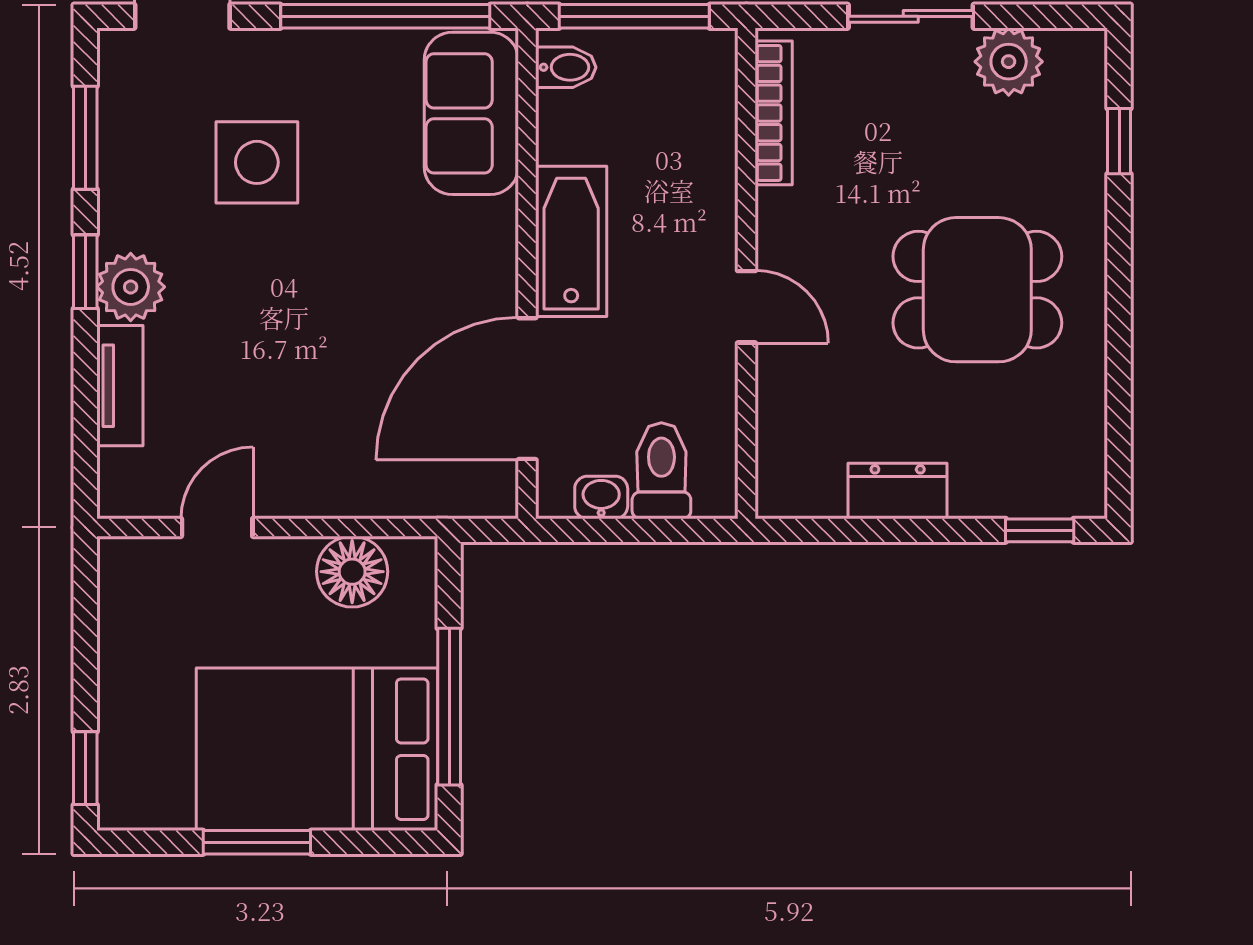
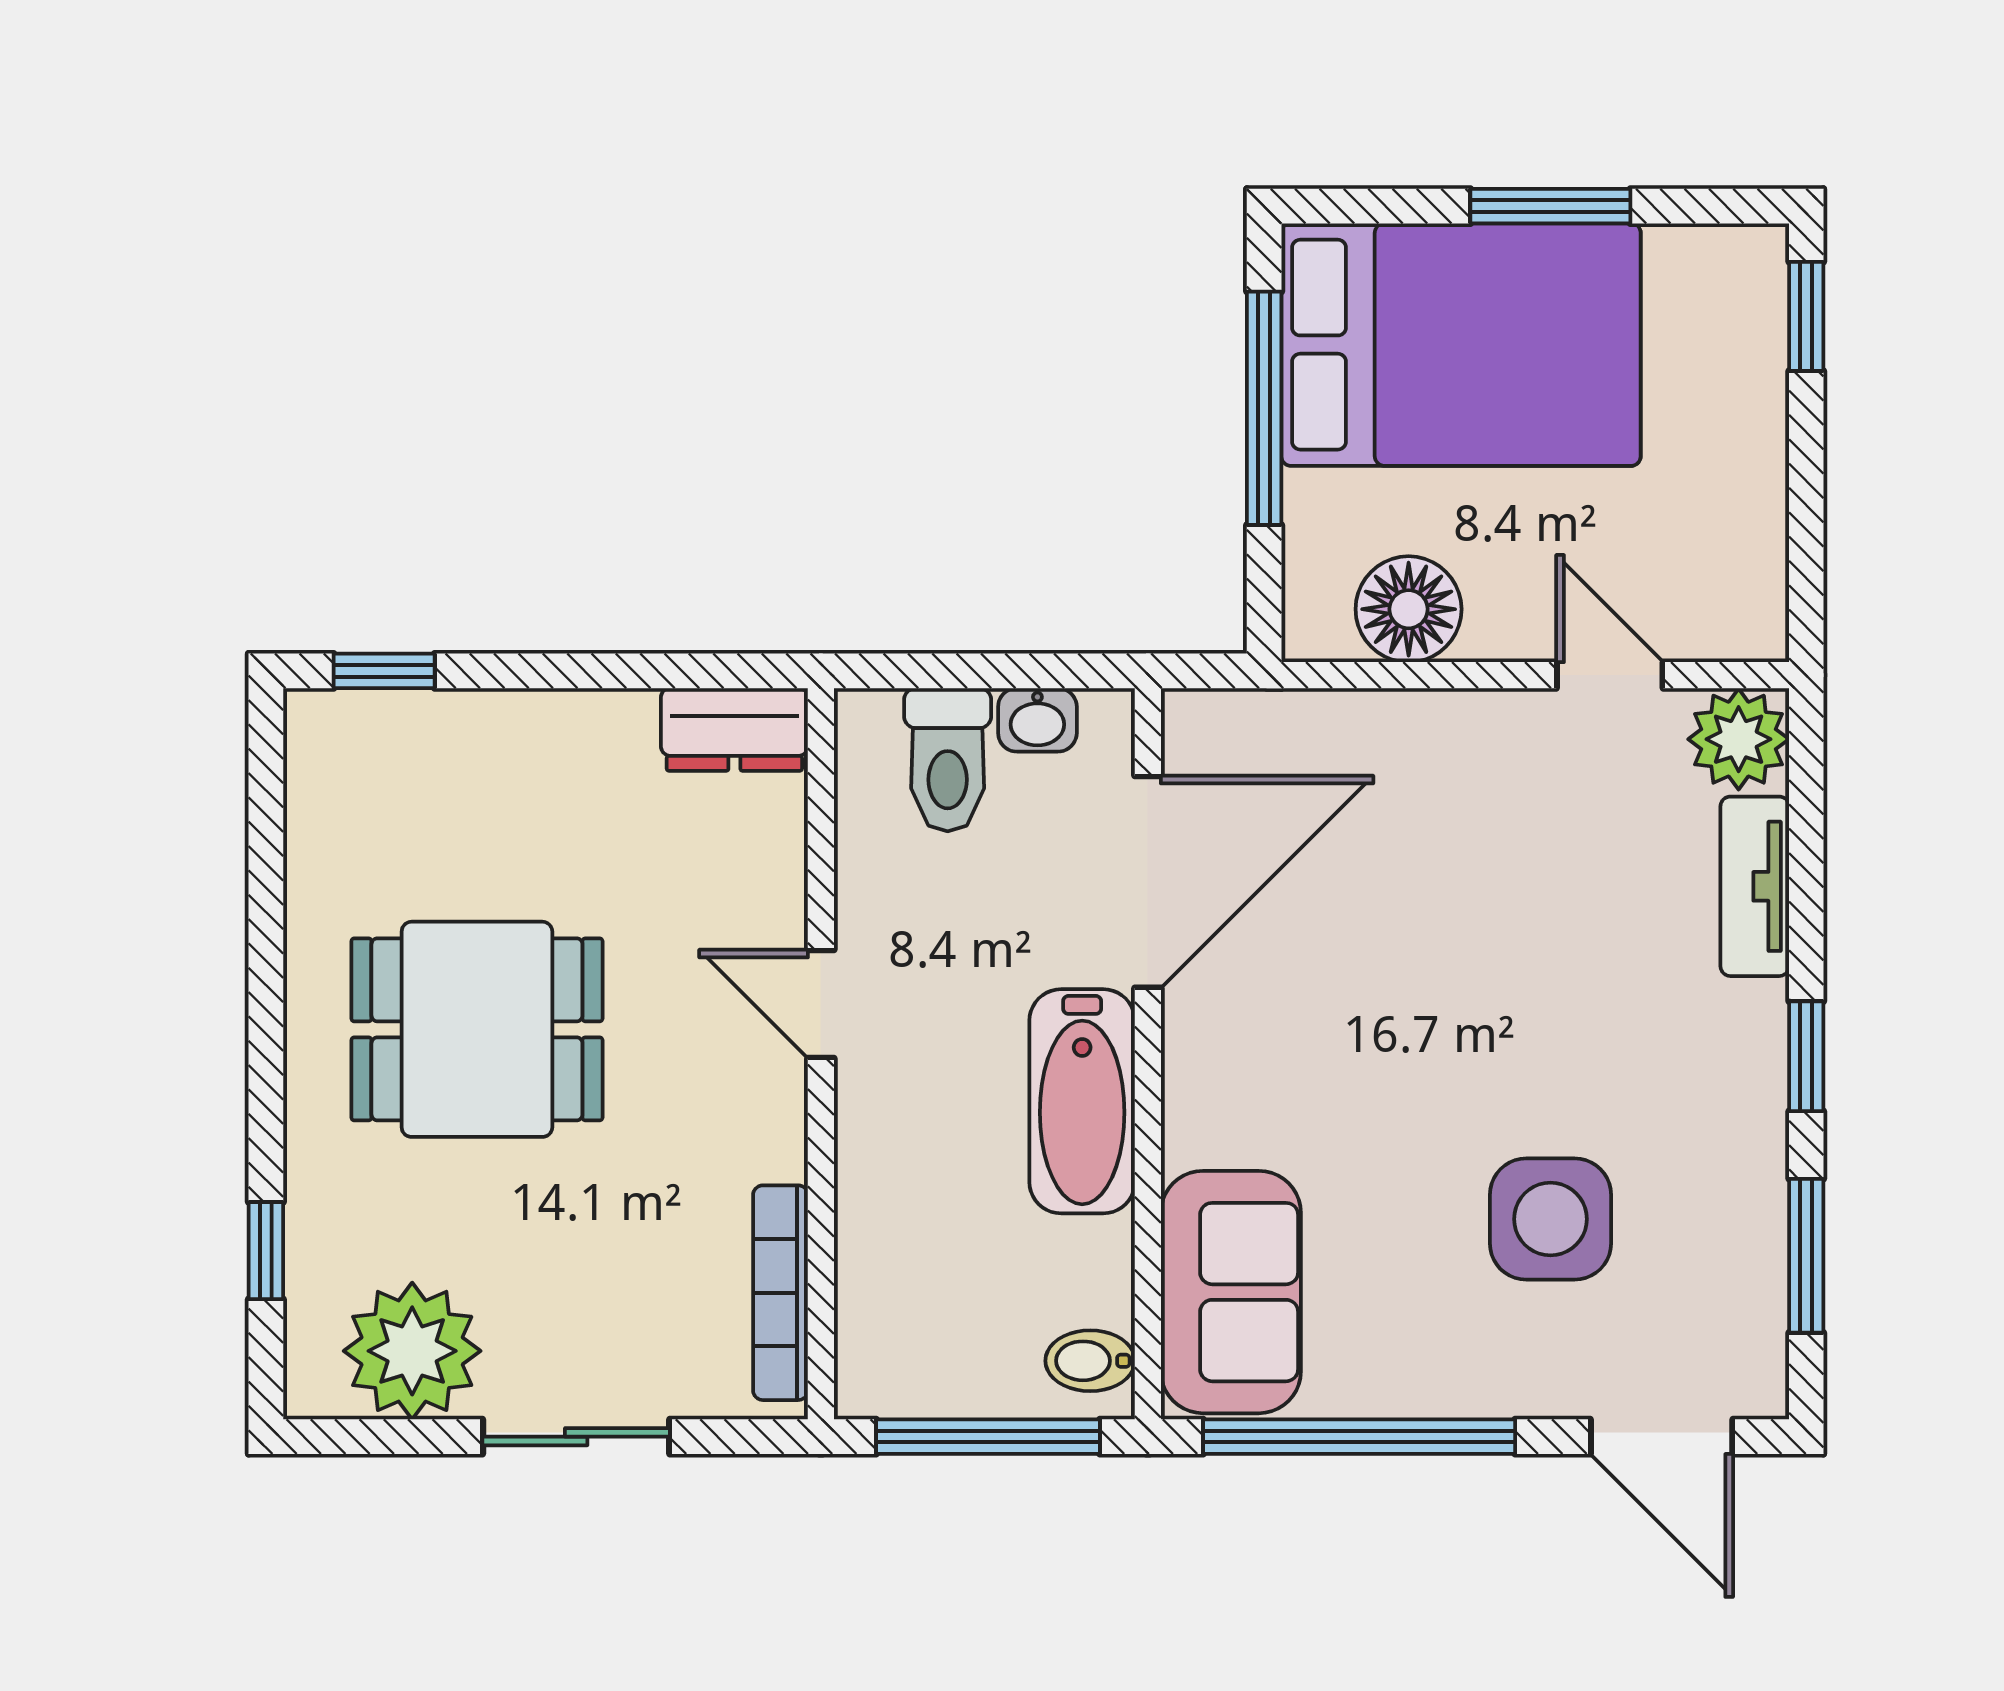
plant: (1009, 62) -> (412, 1351), width x1.36, depth x1.36
plant: (131, 287) -> (1739, 739), moved
dresser: (898, 491) -> (734, 729), moved
door: (217, 527) -> (1610, 675), swing flipped

